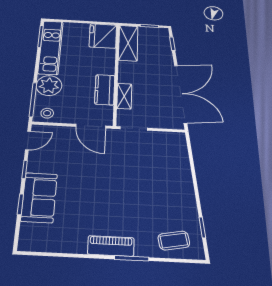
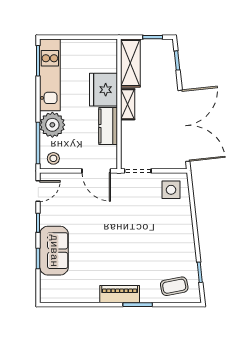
fridge: (103, 36) -> (103, 90), moved
shelving: (124, 96) -> (128, 104), moved
side table: (169, 147) -> (171, 190), added

